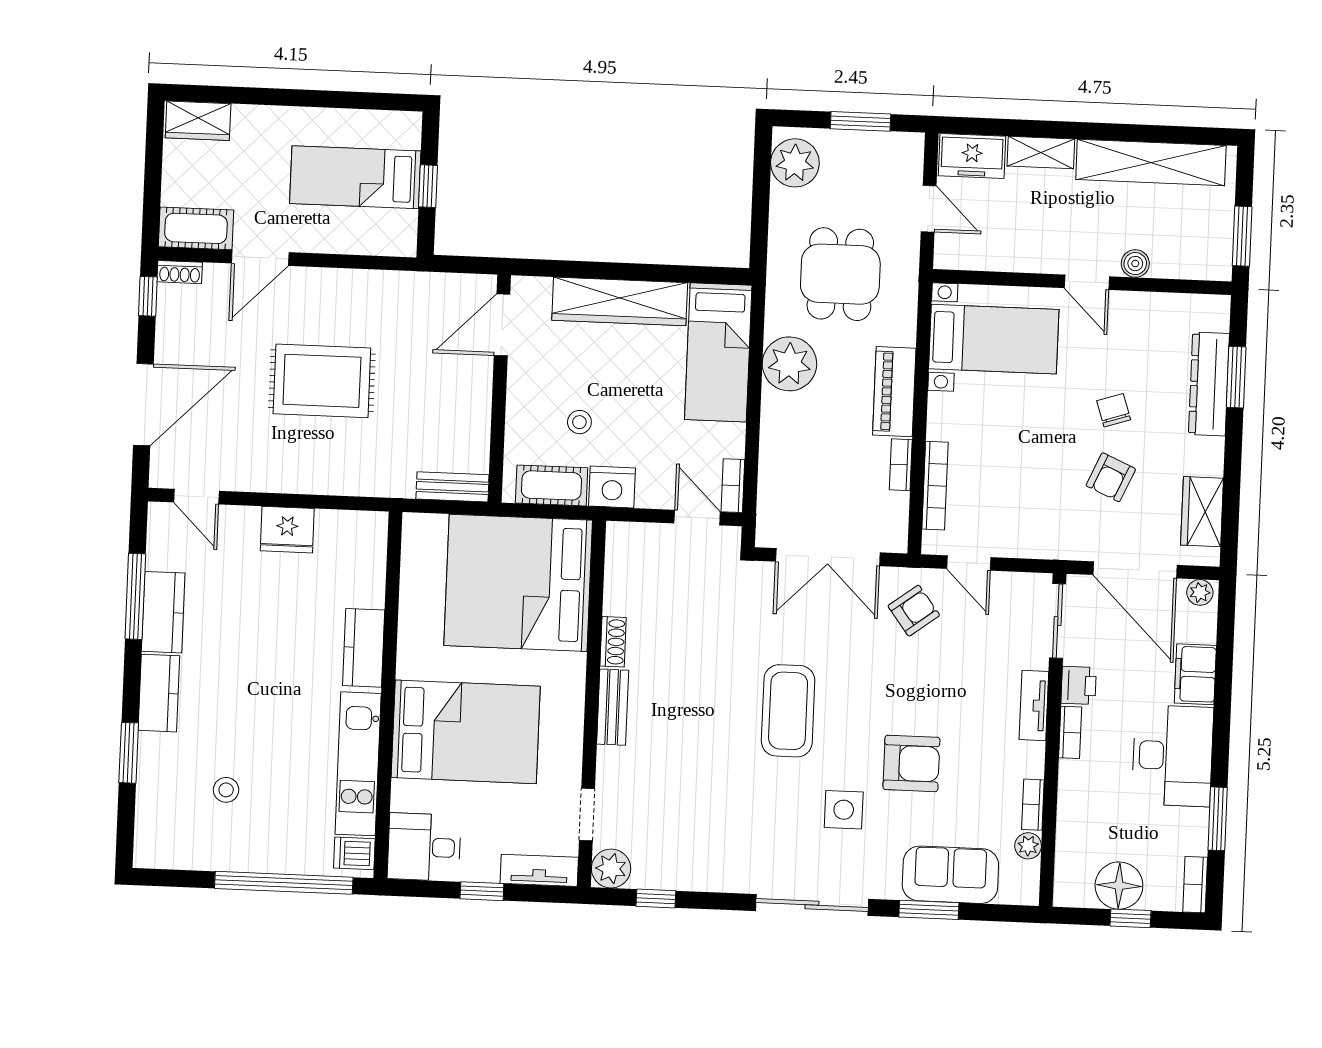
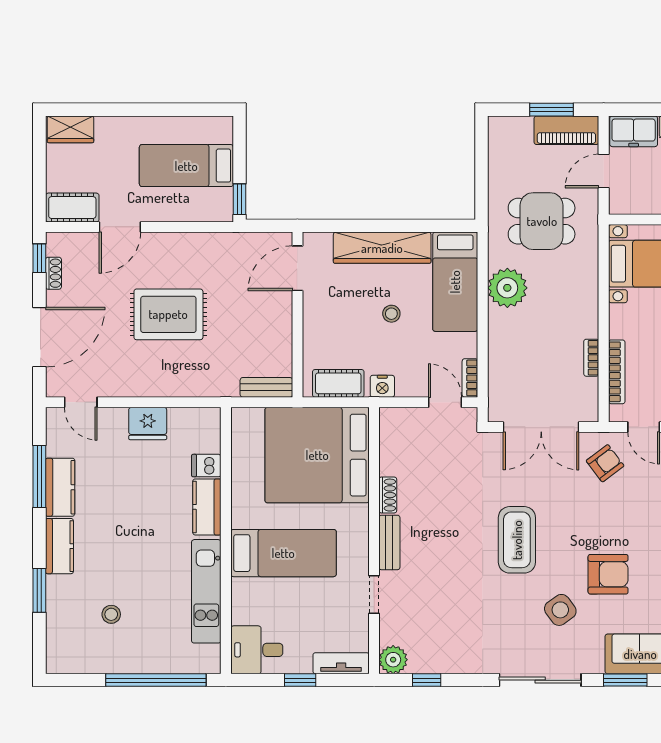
plant: (795, 163) -> (505, 142), removed
window: (428, 186) -> (239, 199), moved
door: (929, 209) -> (604, 171), swing flipped
shoe rack: (180, 272) -> (53, 273), moved, turned -90
dining table: (840, 274) -> (542, 221), turned 90
piano: (894, 392) -> (566, 130), moved, turned -90
stool: (579, 422) -> (391, 314), moved
nightstand: (612, 487) -> (382, 386), width x0.74, depth x0.75
bed: (466, 732) -> (283, 553), width x0.67
side table: (844, 810) -> (560, 610), turned -36
doorway: (587, 815) -> (374, 594), moved
dishwasher: (354, 853) -> (206, 466), moved

